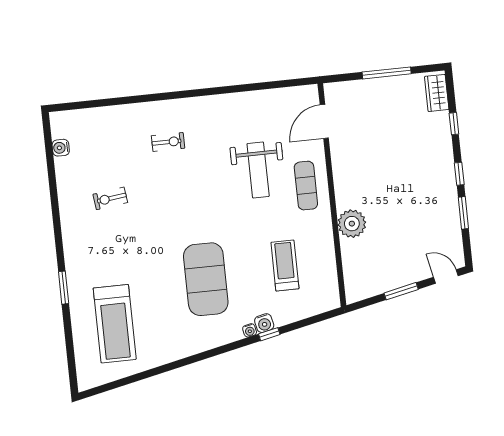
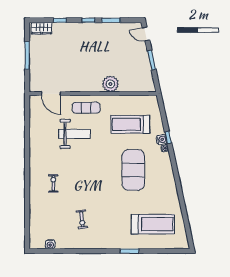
treadmill: (285, 266) -> (130, 124), width x1.37, depth x1.38
door: (446, 277) -> (146, 34), hinge flipped
exercise mat: (206, 279) -> (133, 170), turned 90

